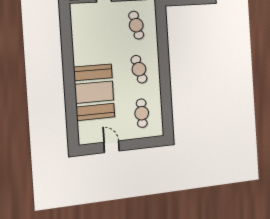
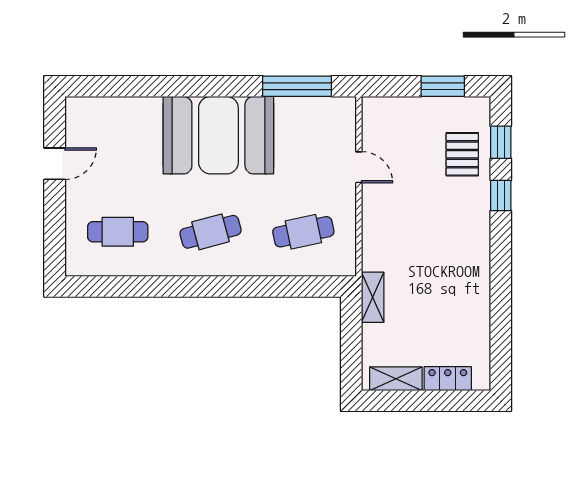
window: (66, 32) -> (297, 86), added
booth: (94, 92) -> (218, 135), moved

